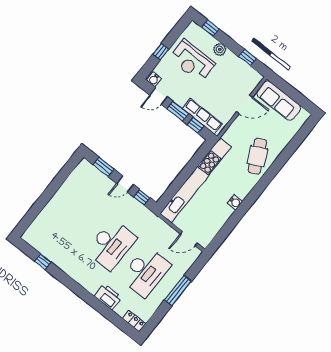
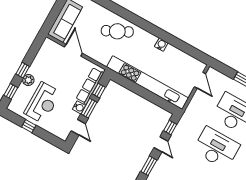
window: (161, 52) -> (29, 126), moved
window: (248, 58) -> (23, 70), moved
water cooler: (154, 79) -> (79, 107), moved

